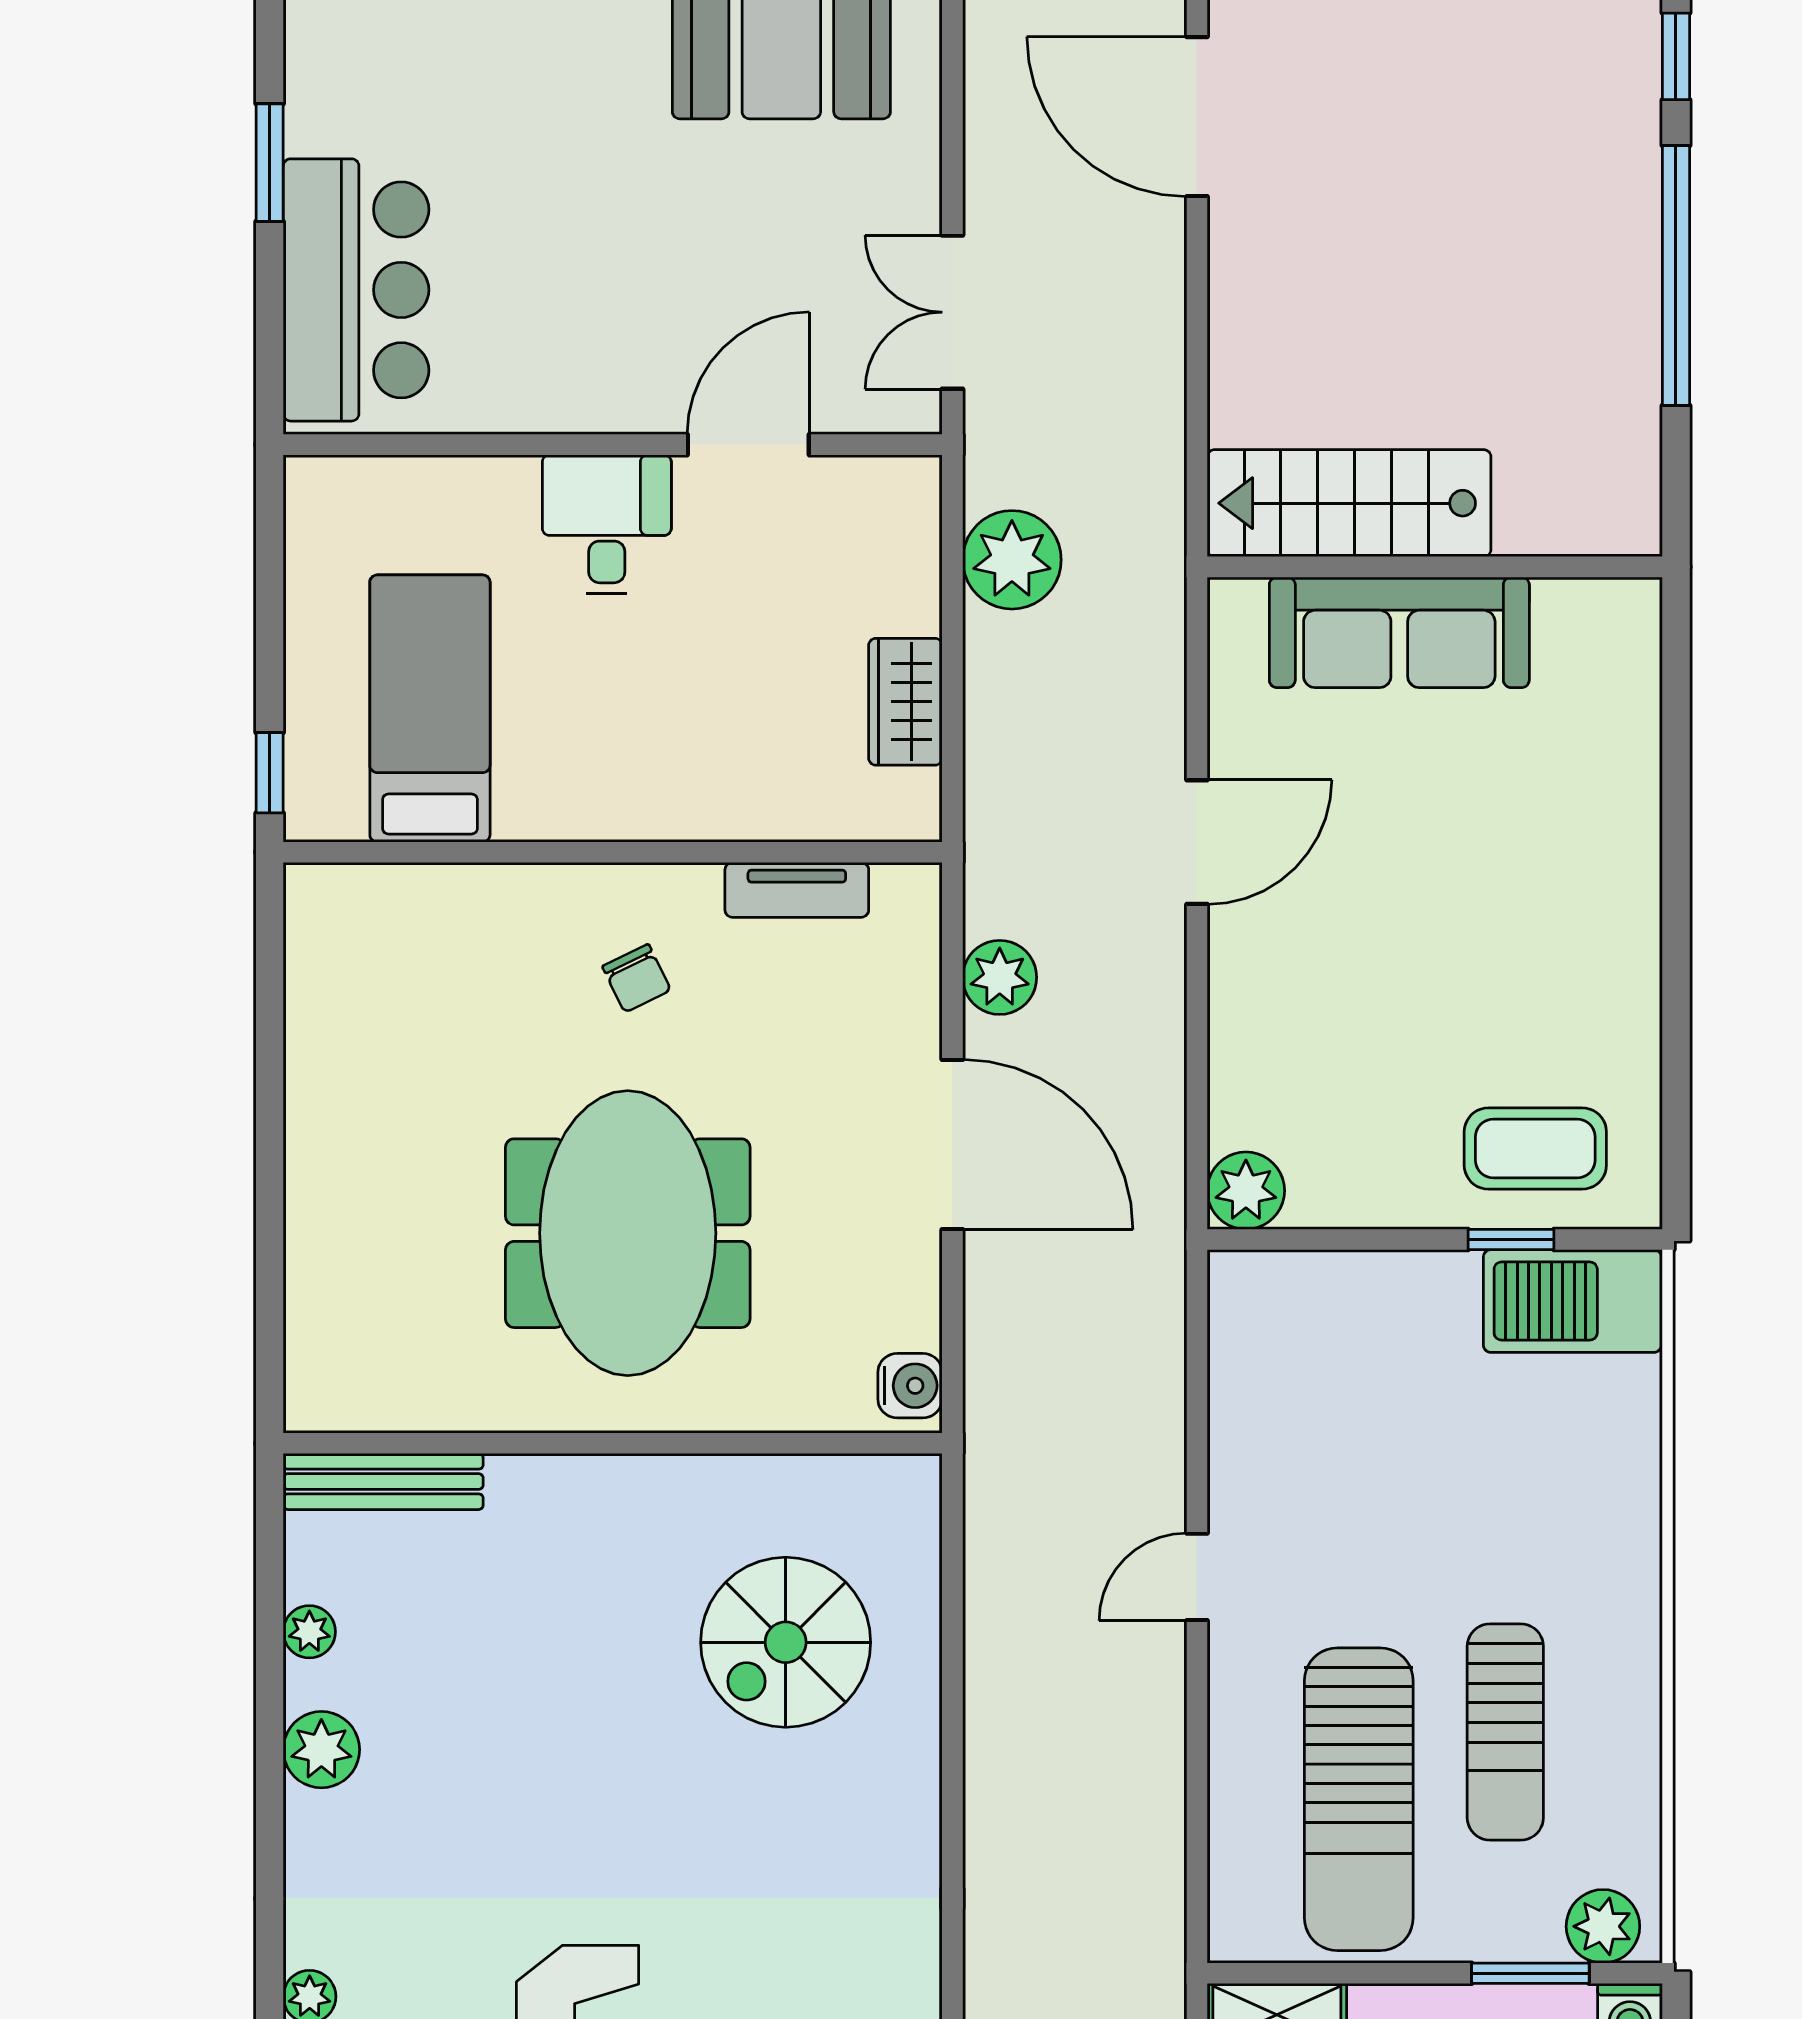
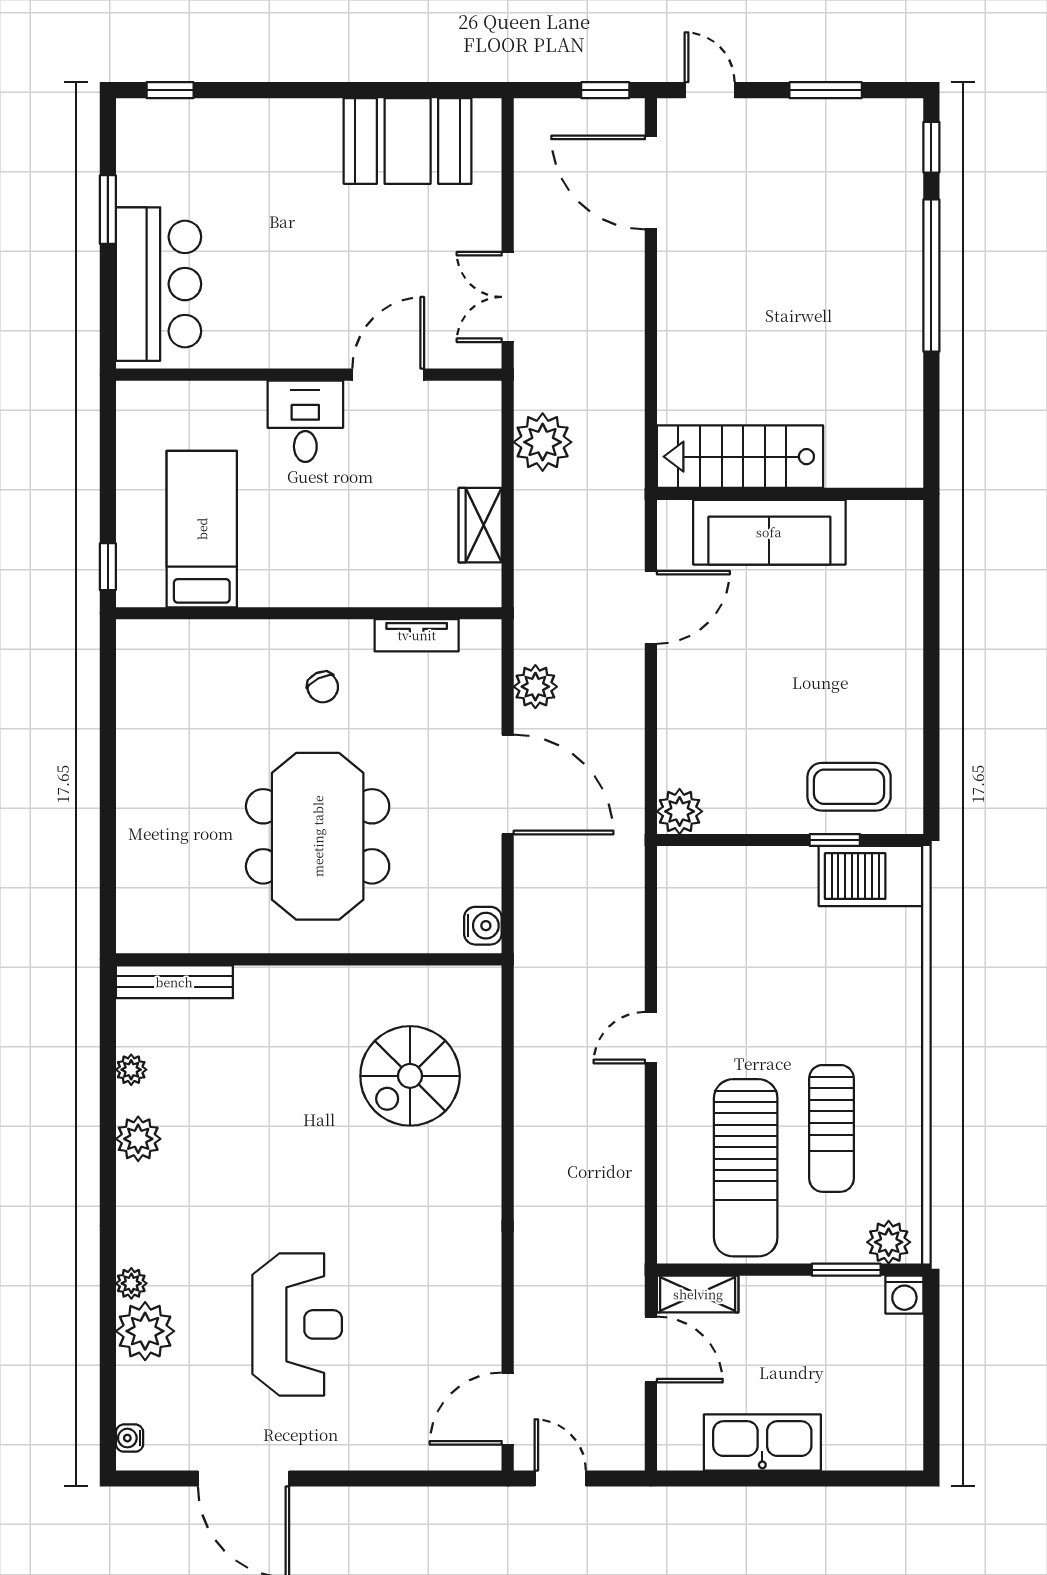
stairs: (1349, 503) -> (740, 457), moved
wall: (1435, 567) -> (790, 494), moved
sofa: (1399, 632) -> (769, 532), moved

